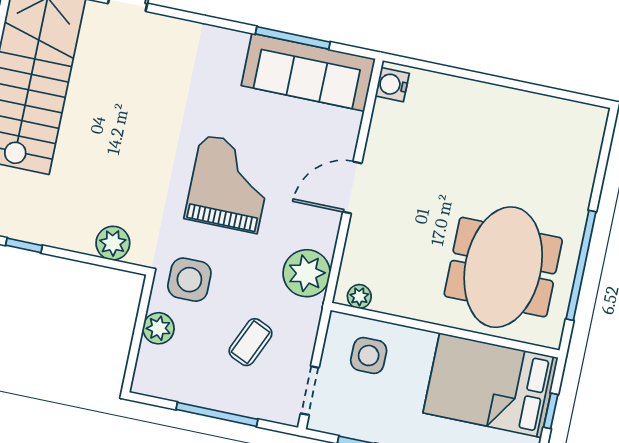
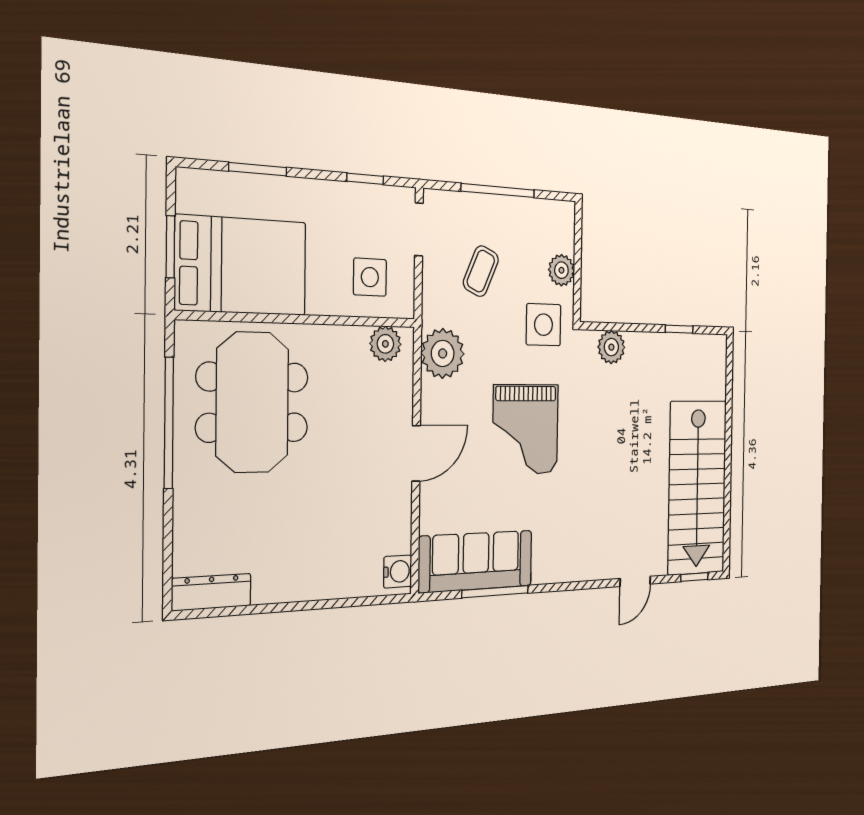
dresser: (572, 114) -> (211, 592), added
plant: (359, 297) -> (385, 344), width x1.38, depth x1.38
window: (551, 411) -> (170, 247), width x1.50

